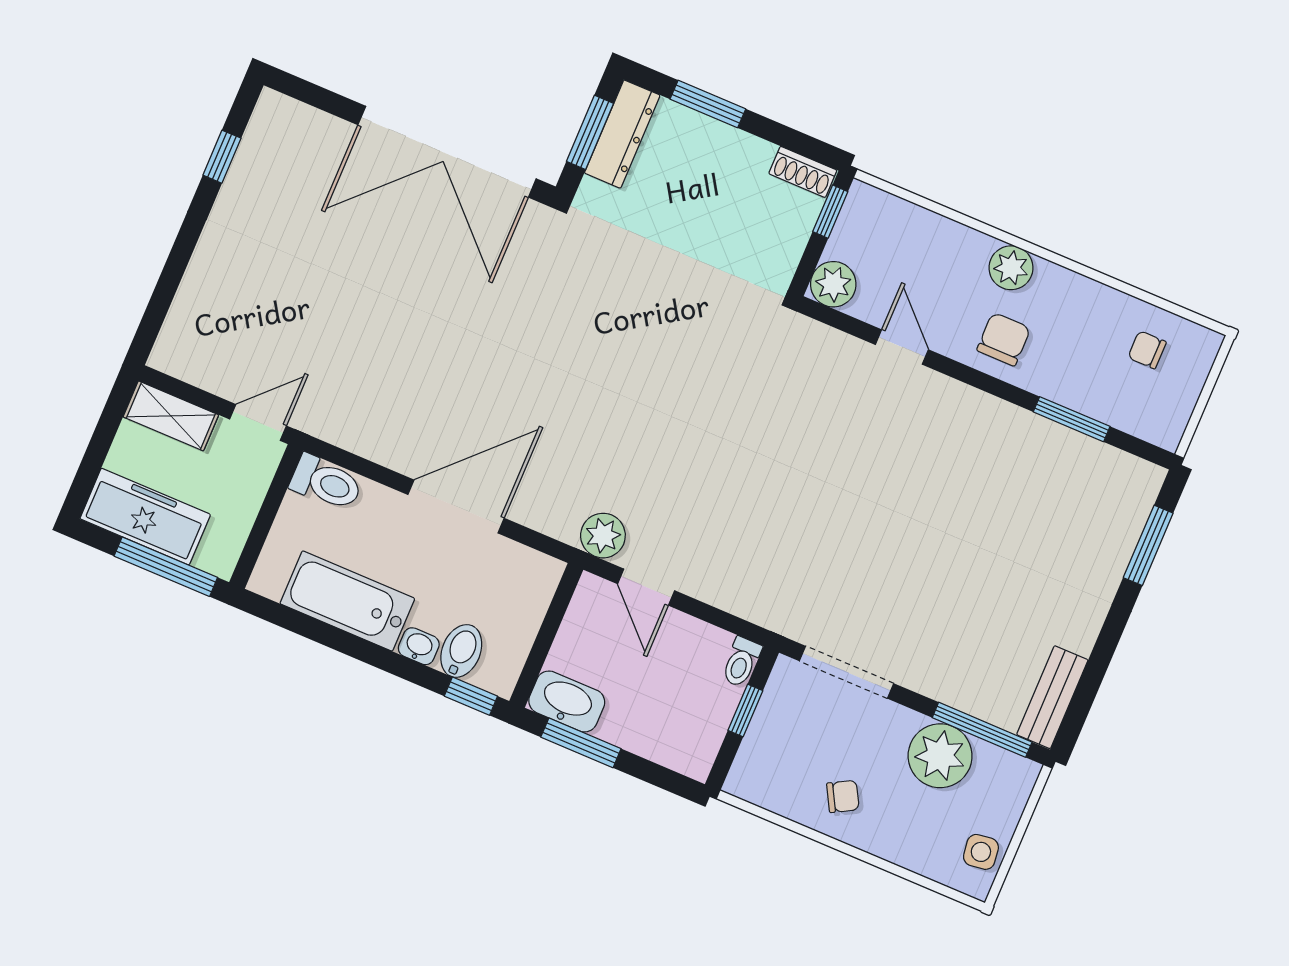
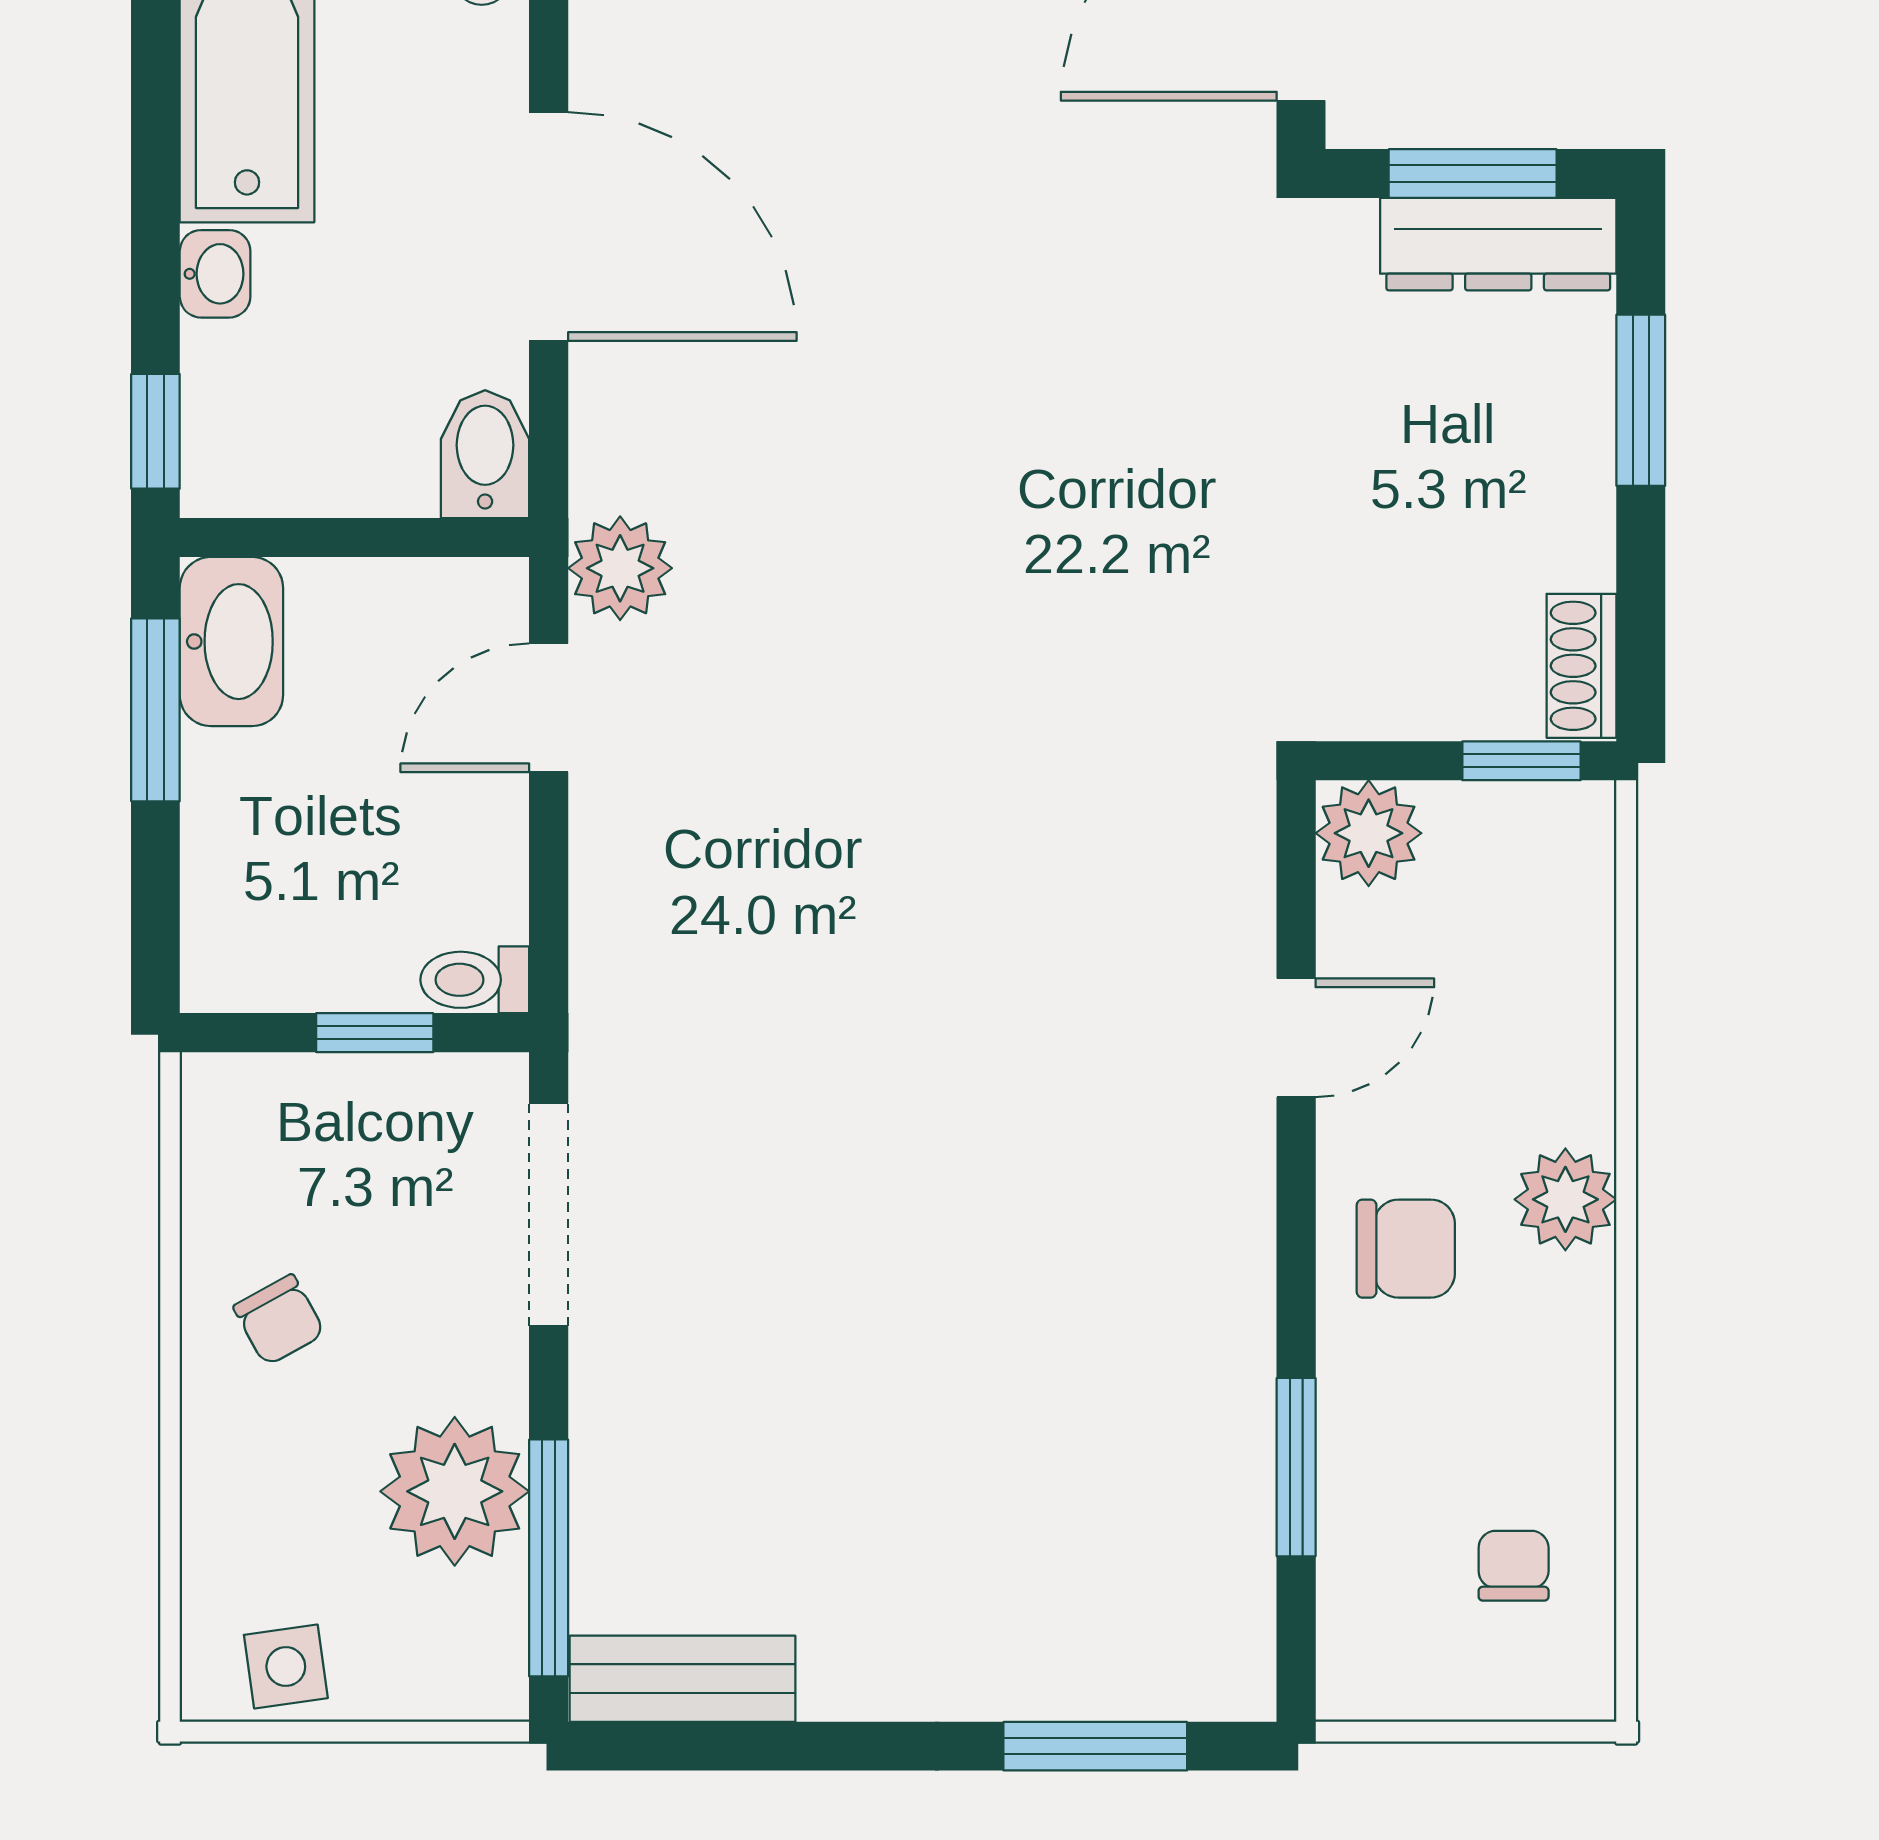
bidet: (461, 651) -> (485, 454), moved, turned -90

